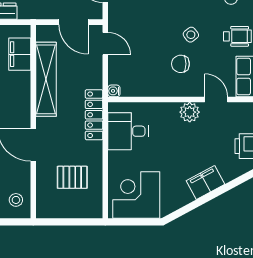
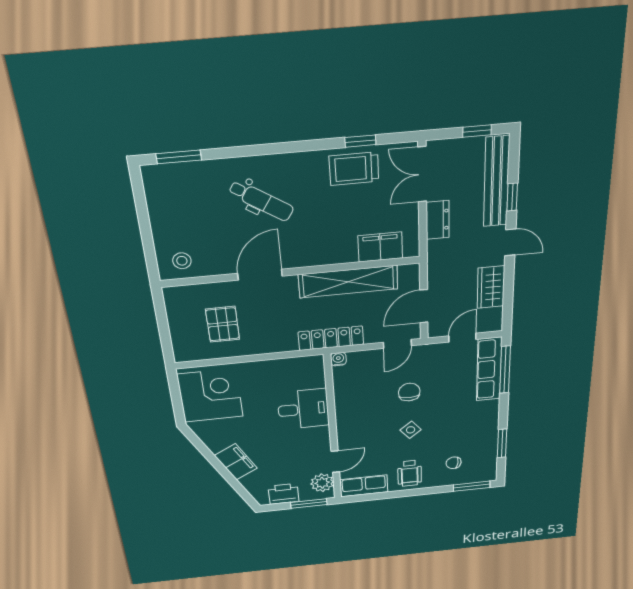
chair: (180, 64) -> (409, 392), moved
plant: (190, 112) -> (322, 483), moved
locker: (94, 115) -> (331, 338), moved
desk: (128, 131) -> (303, 409), moved, turned 90

